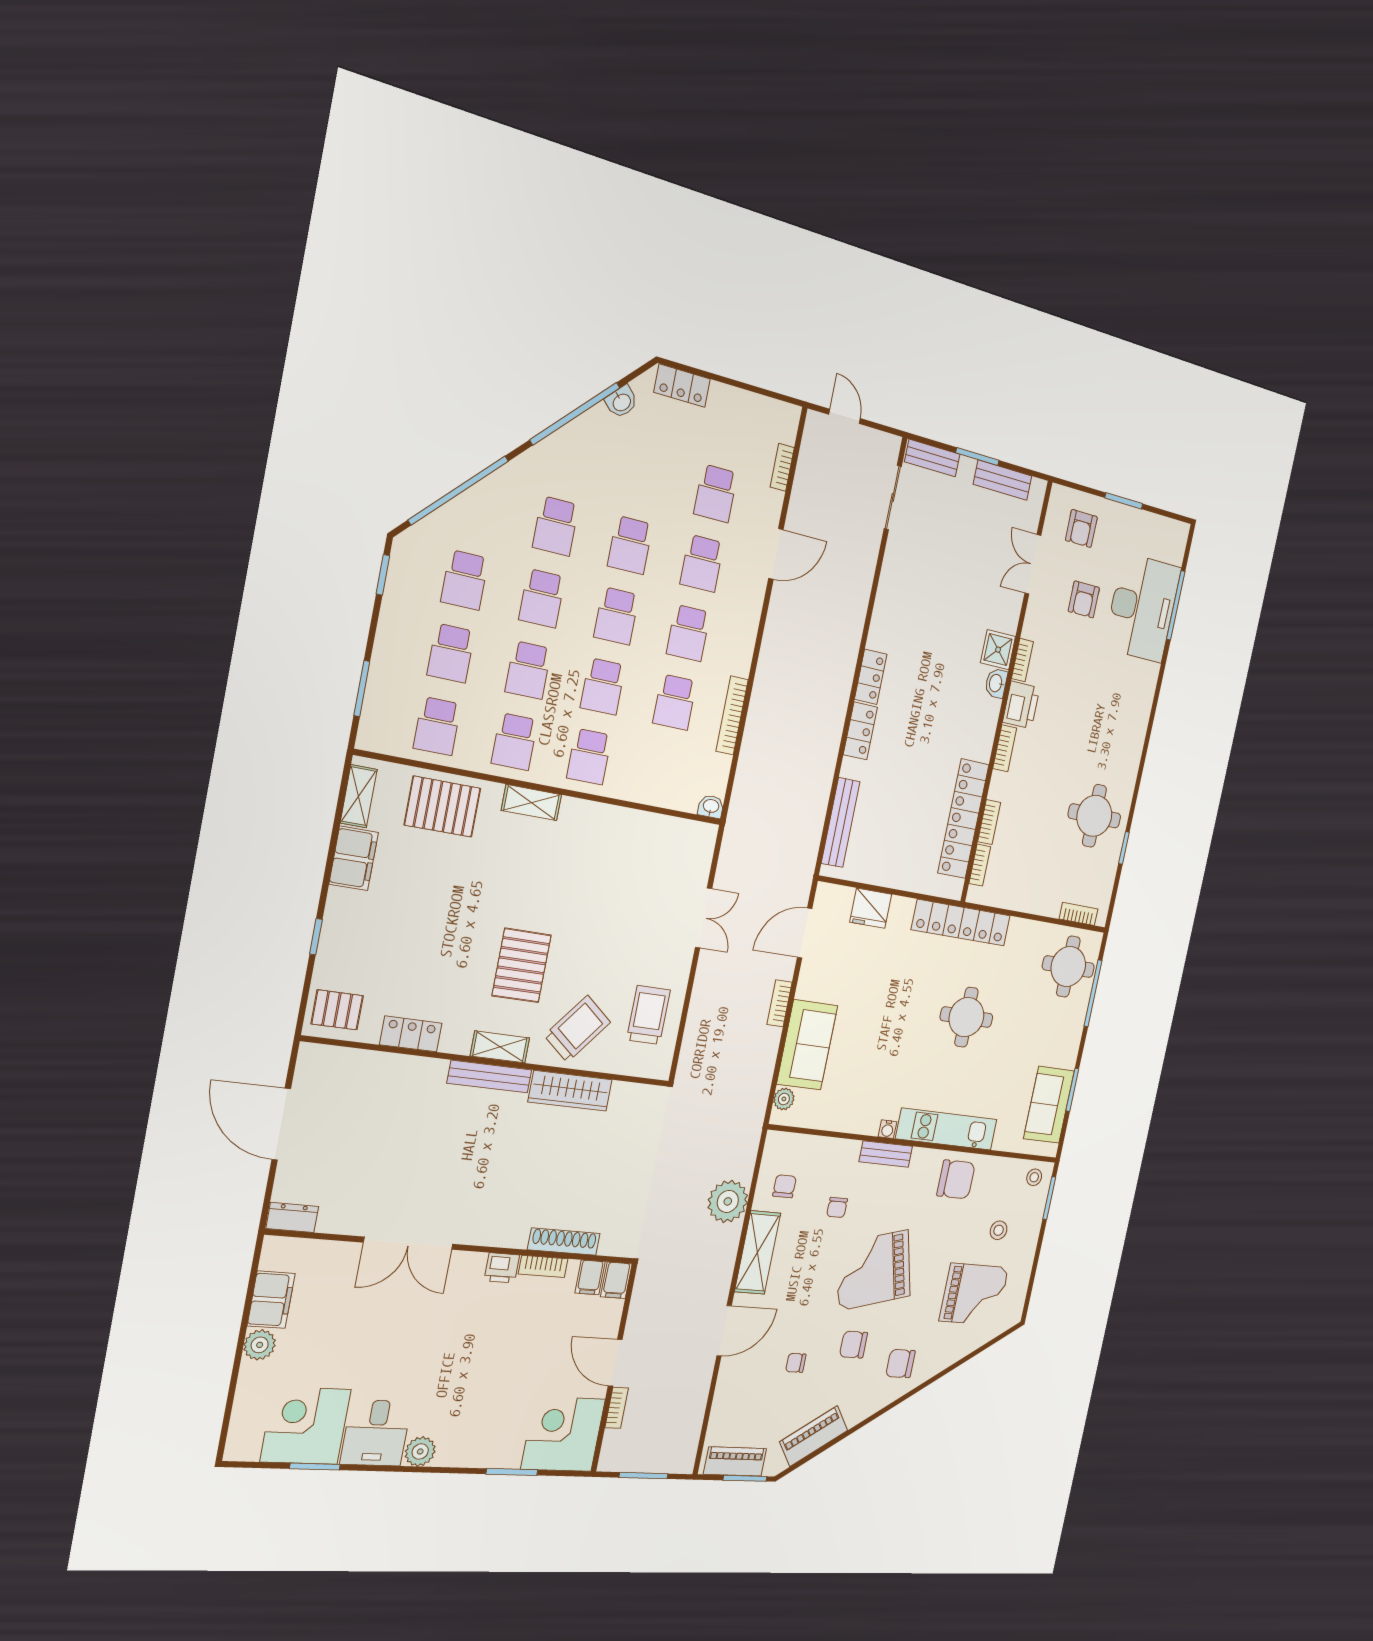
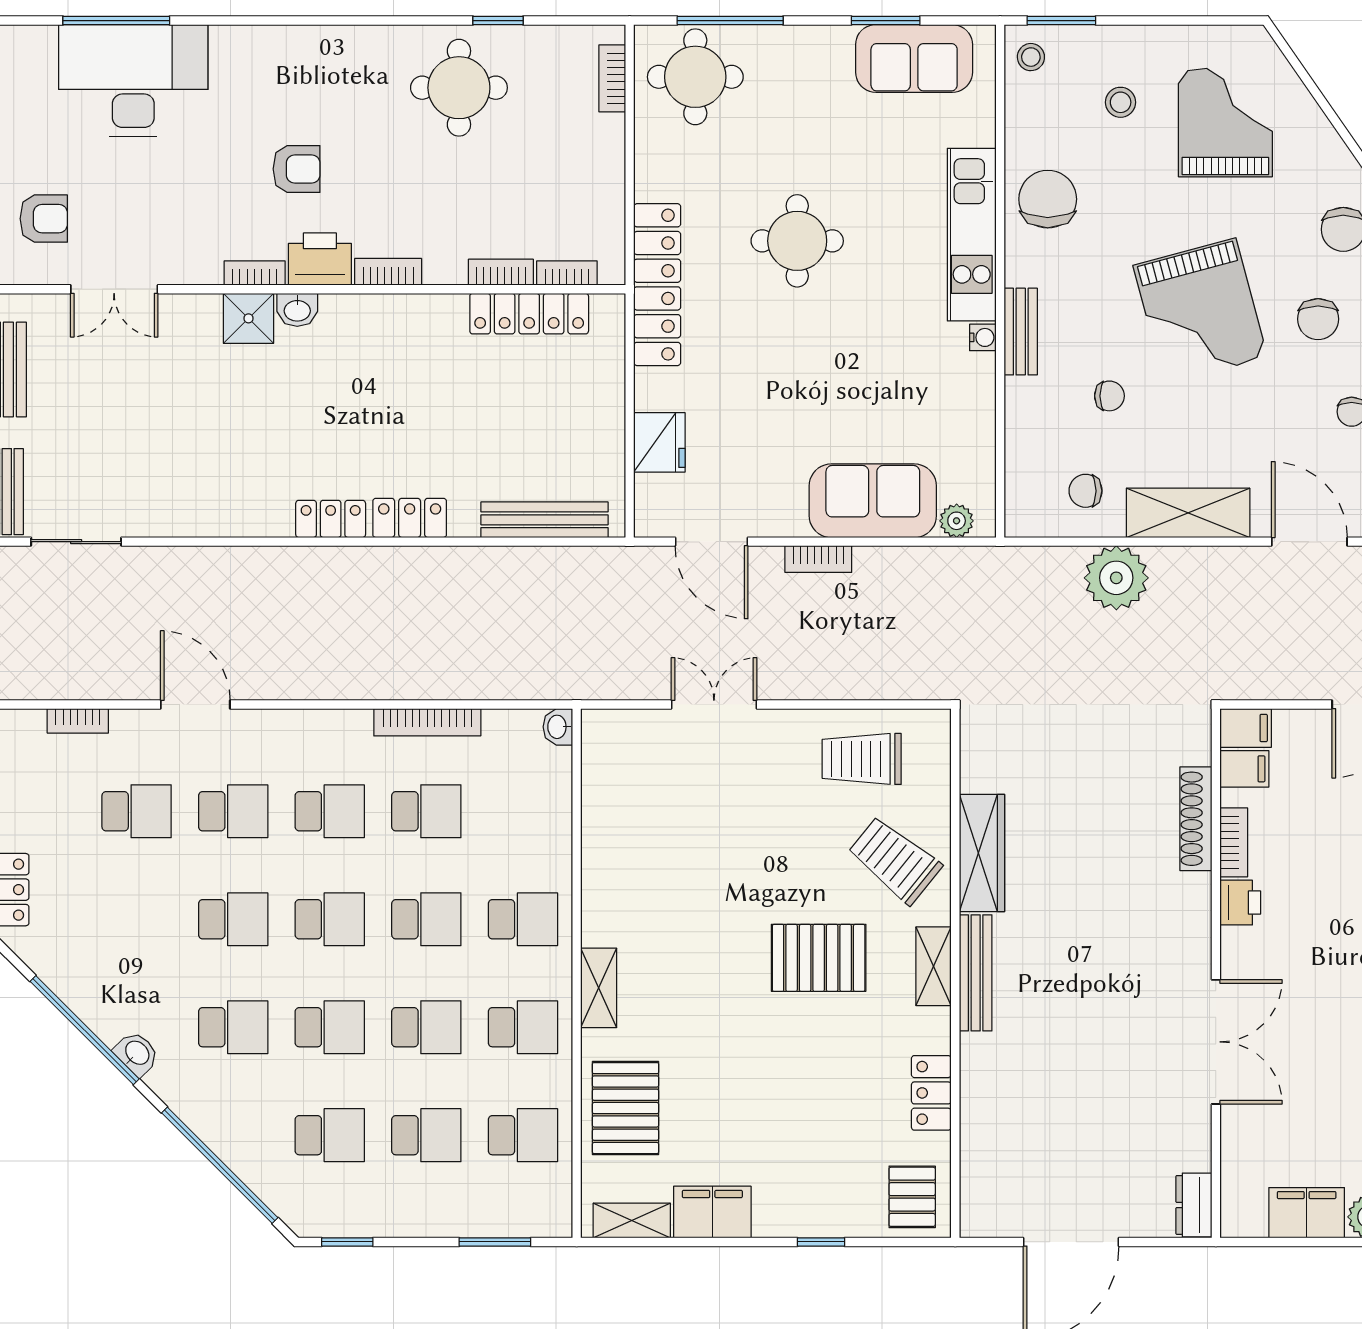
washbasin: (621, 402) -> (137, 1053), moved
armchair: (1084, 599) -> (297, 169), moved
locker: (963, 819) -> (529, 314), width x0.71, depth x0.83

